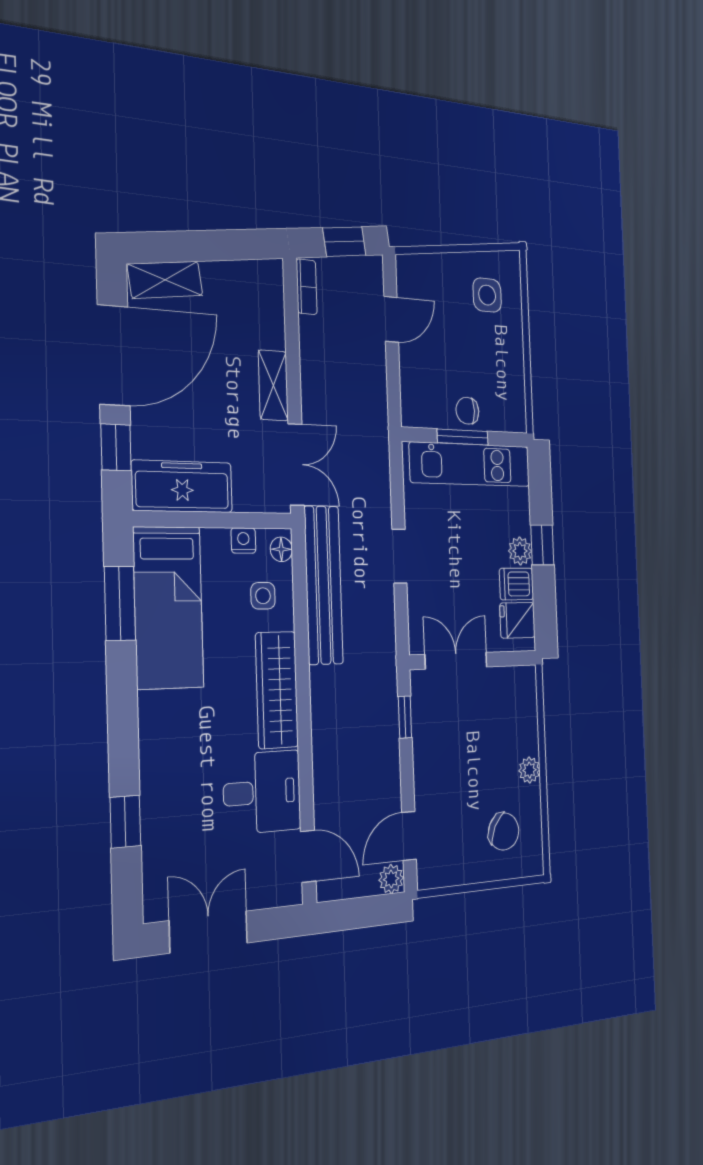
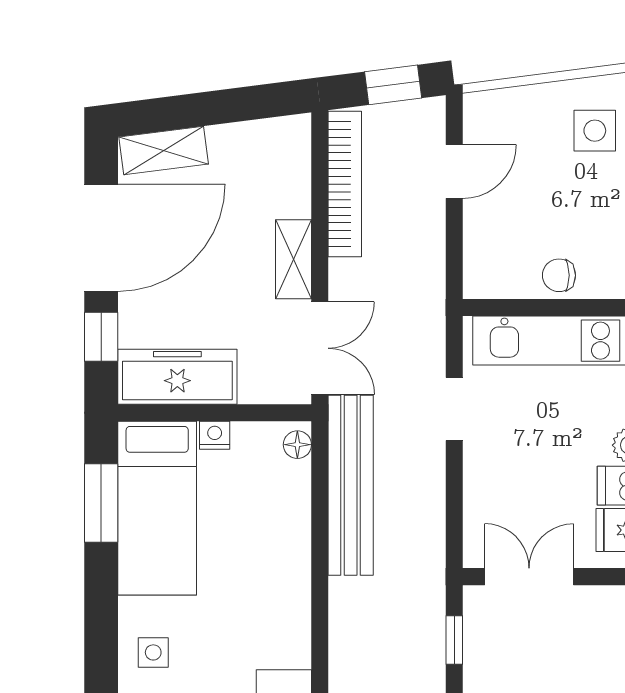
bookcase: (307, 287) -> (345, 184), width x2.31, depth x1.31
window: (463, 437) -> (551, 308), removed
nightstand: (243, 541) -> (215, 435), moved
doorway: (399, 556) -> (454, 409), moved
side table: (263, 596) -> (153, 652), moved
wardrobe: (277, 690) -> (286, 602), removed

